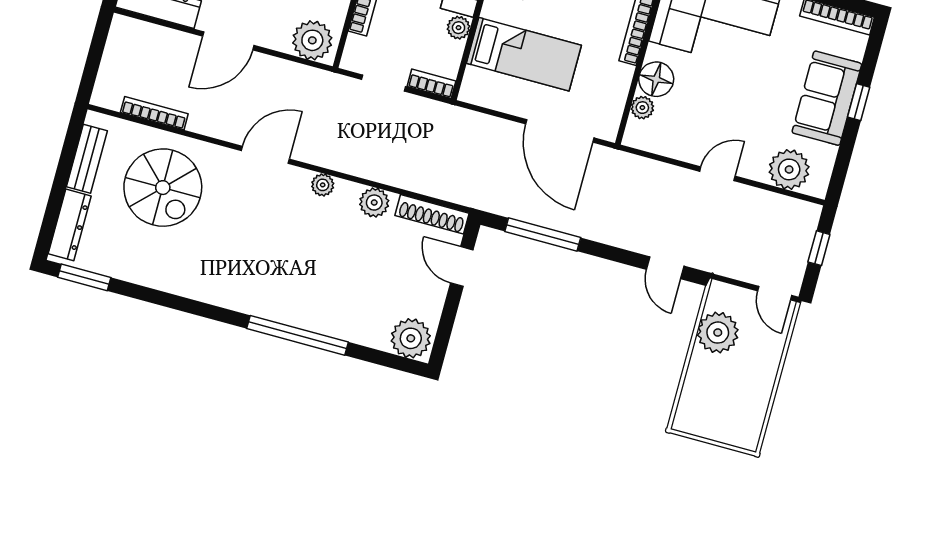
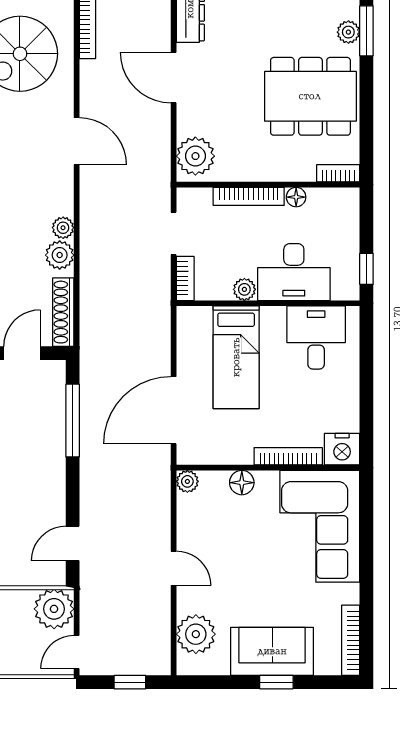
floor lamp: (656, 79) -> (242, 483), width x0.73, depth x0.73
plant: (642, 108) -> (187, 481), moved
plant: (323, 185) -> (63, 228), moved
plant: (718, 333) -> (54, 609), moved

